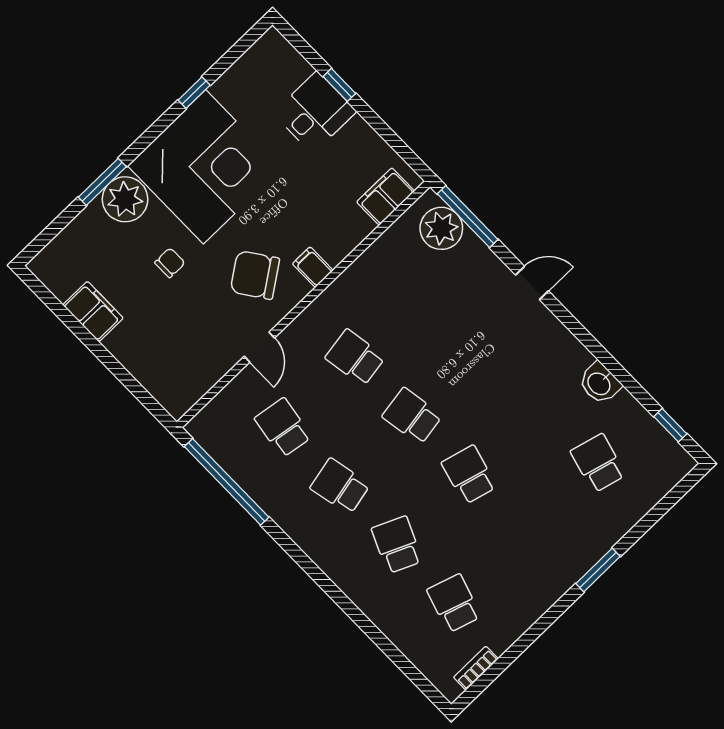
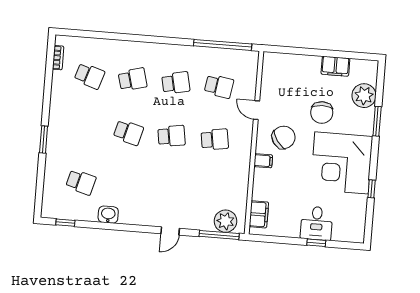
plant: (125, 199) -> (364, 96), moved
chair: (170, 263) -> (322, 113), width x1.87, depth x1.87
school desk: (397, 545) -> (133, 79), turned -39

